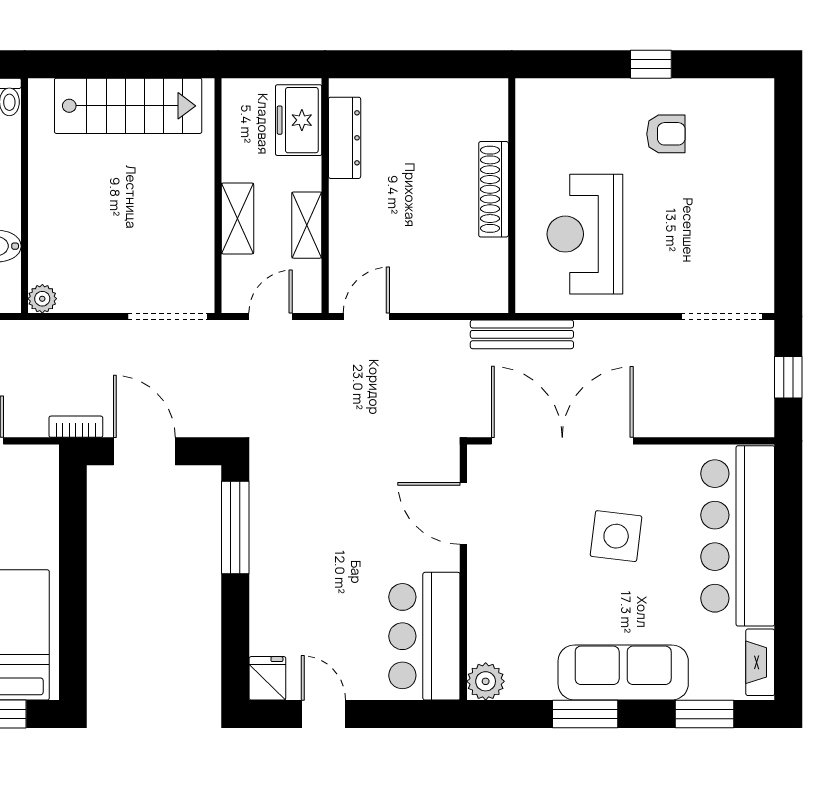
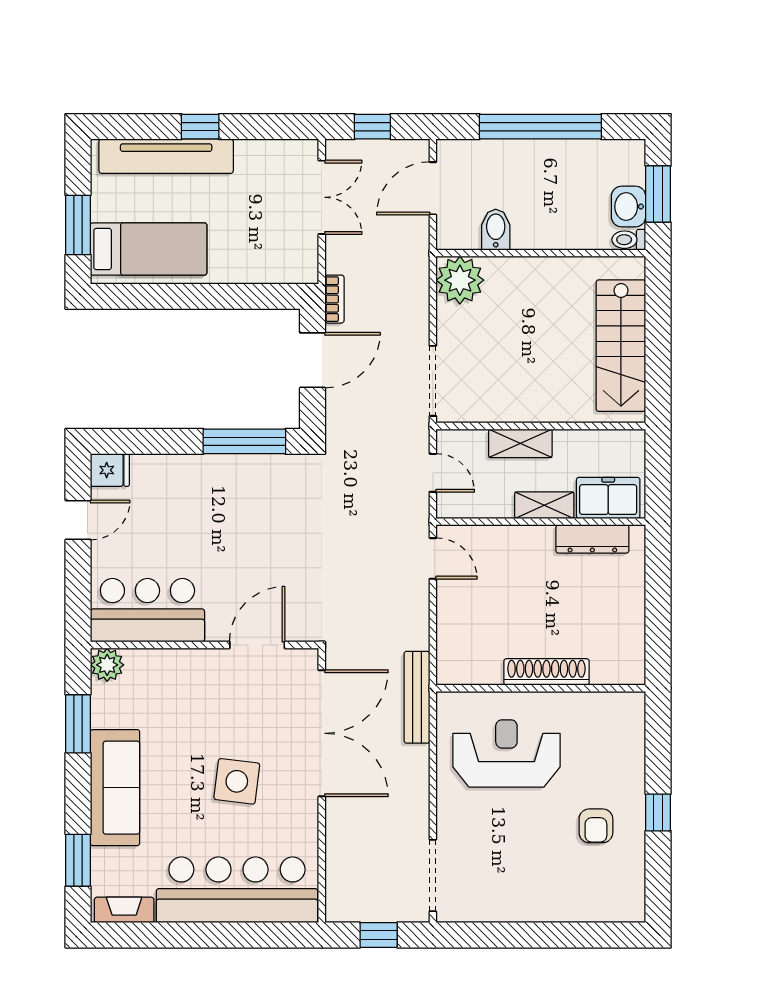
shelving: (307, 225) -> (544, 505), moved
plant: (42, 299) -> (460, 280), width x1.88, depth x1.88
window: (585, 714) -> (78, 724), moved

